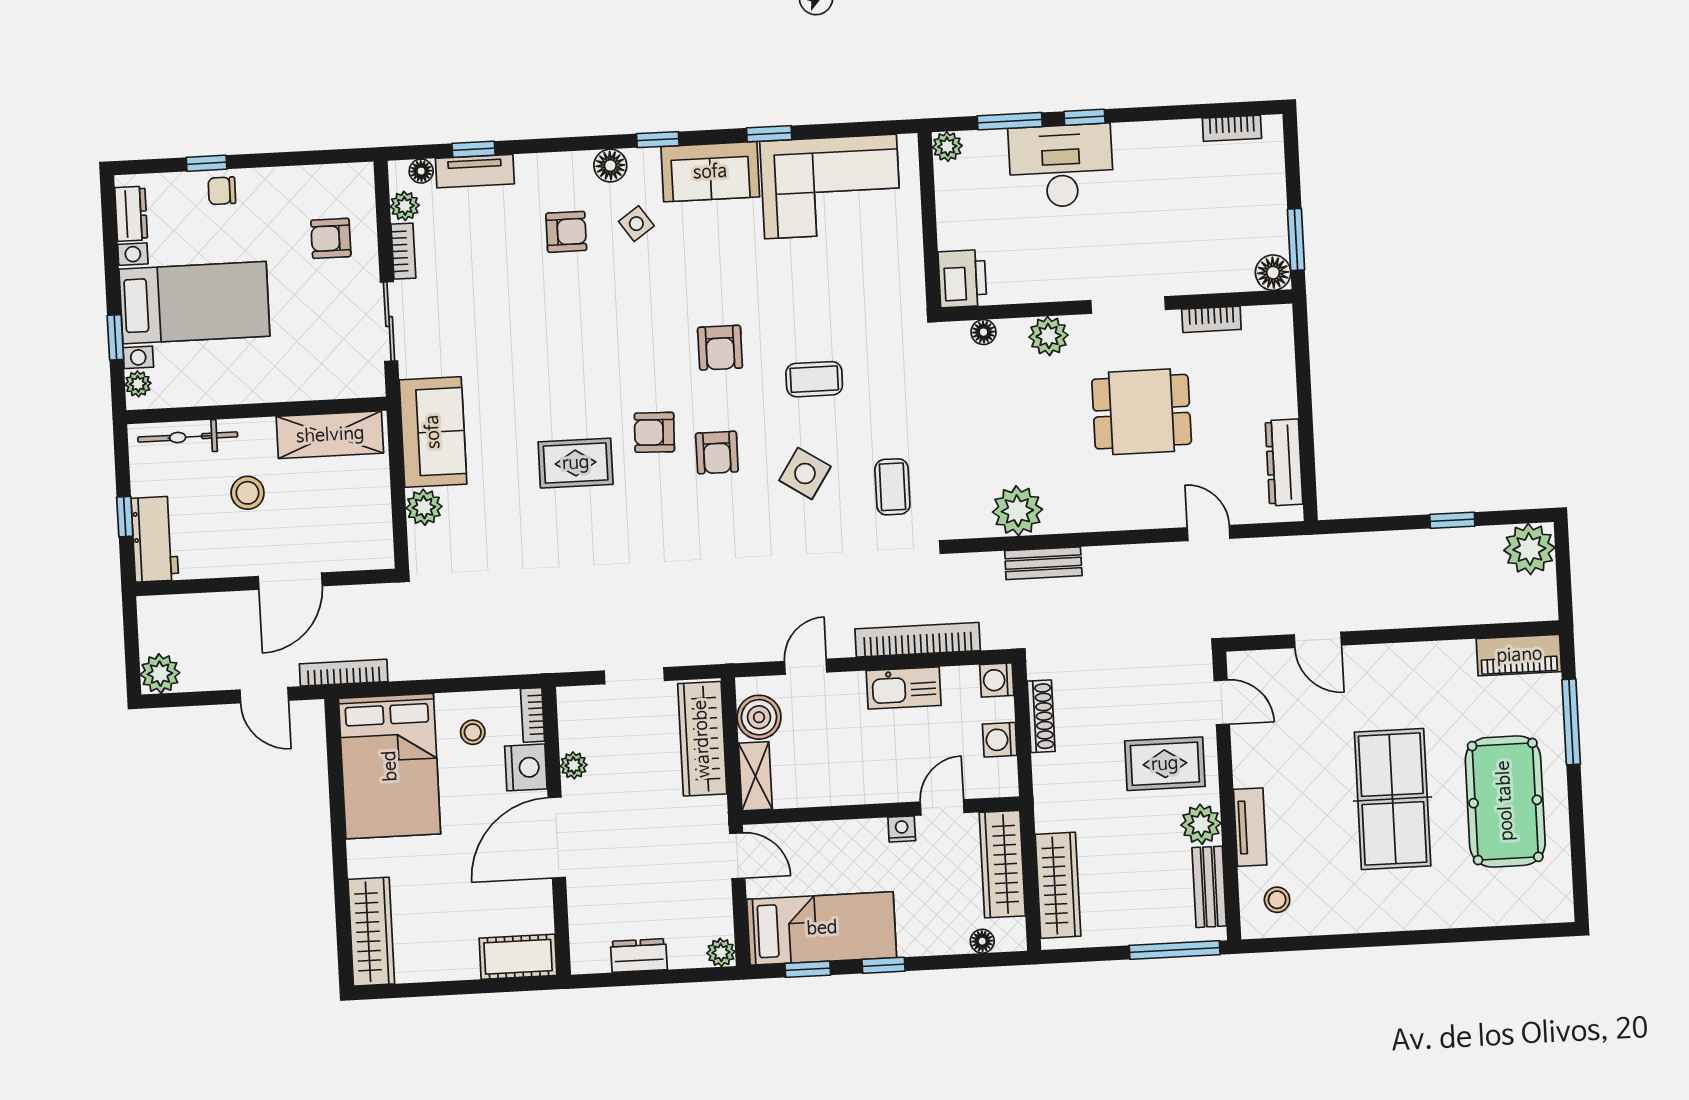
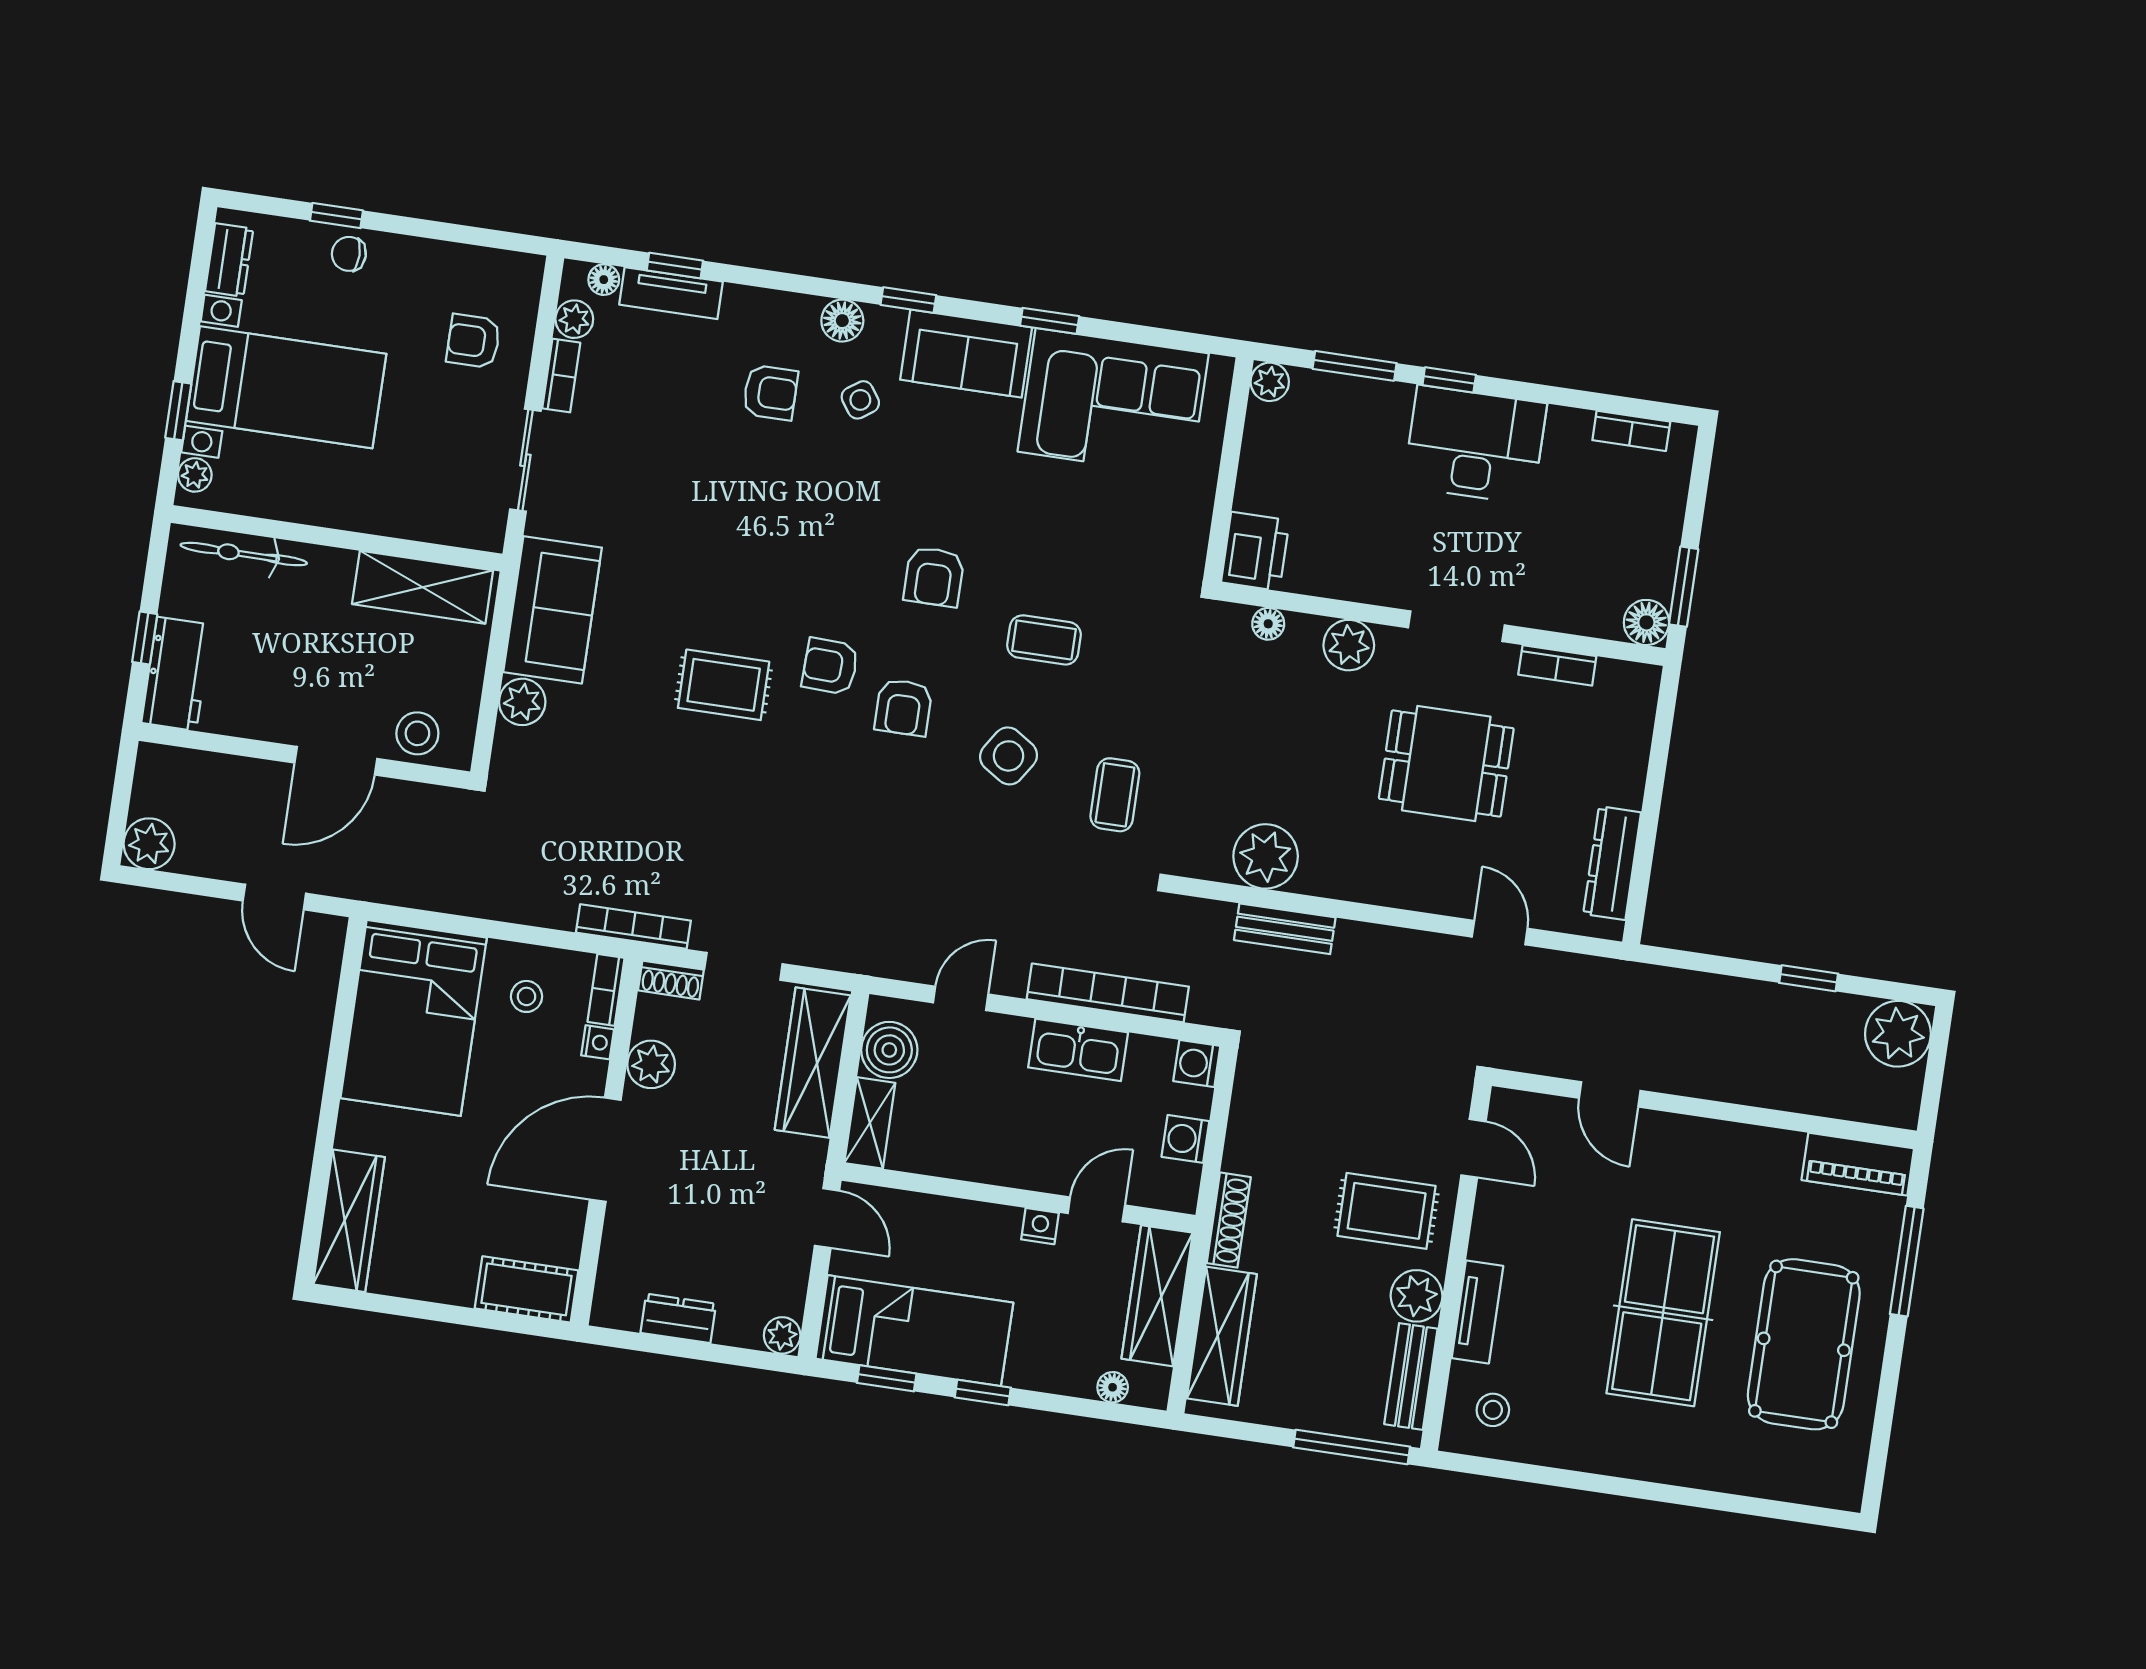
desk: (1061, 166) -> (1475, 445), moved
stool: (248, 493) -> (417, 733), moved
bookcase: (344, 673) -> (633, 927), moved
shoe rack: (581, 697) -> (671, 980), added
shoe rack: (1041, 716) -> (1229, 1220), moved
plant: (574, 765) -> (651, 1064), width x1.38, depth x1.38
nightstand: (526, 767) -> (598, 1042), width x0.53, depth x0.56

